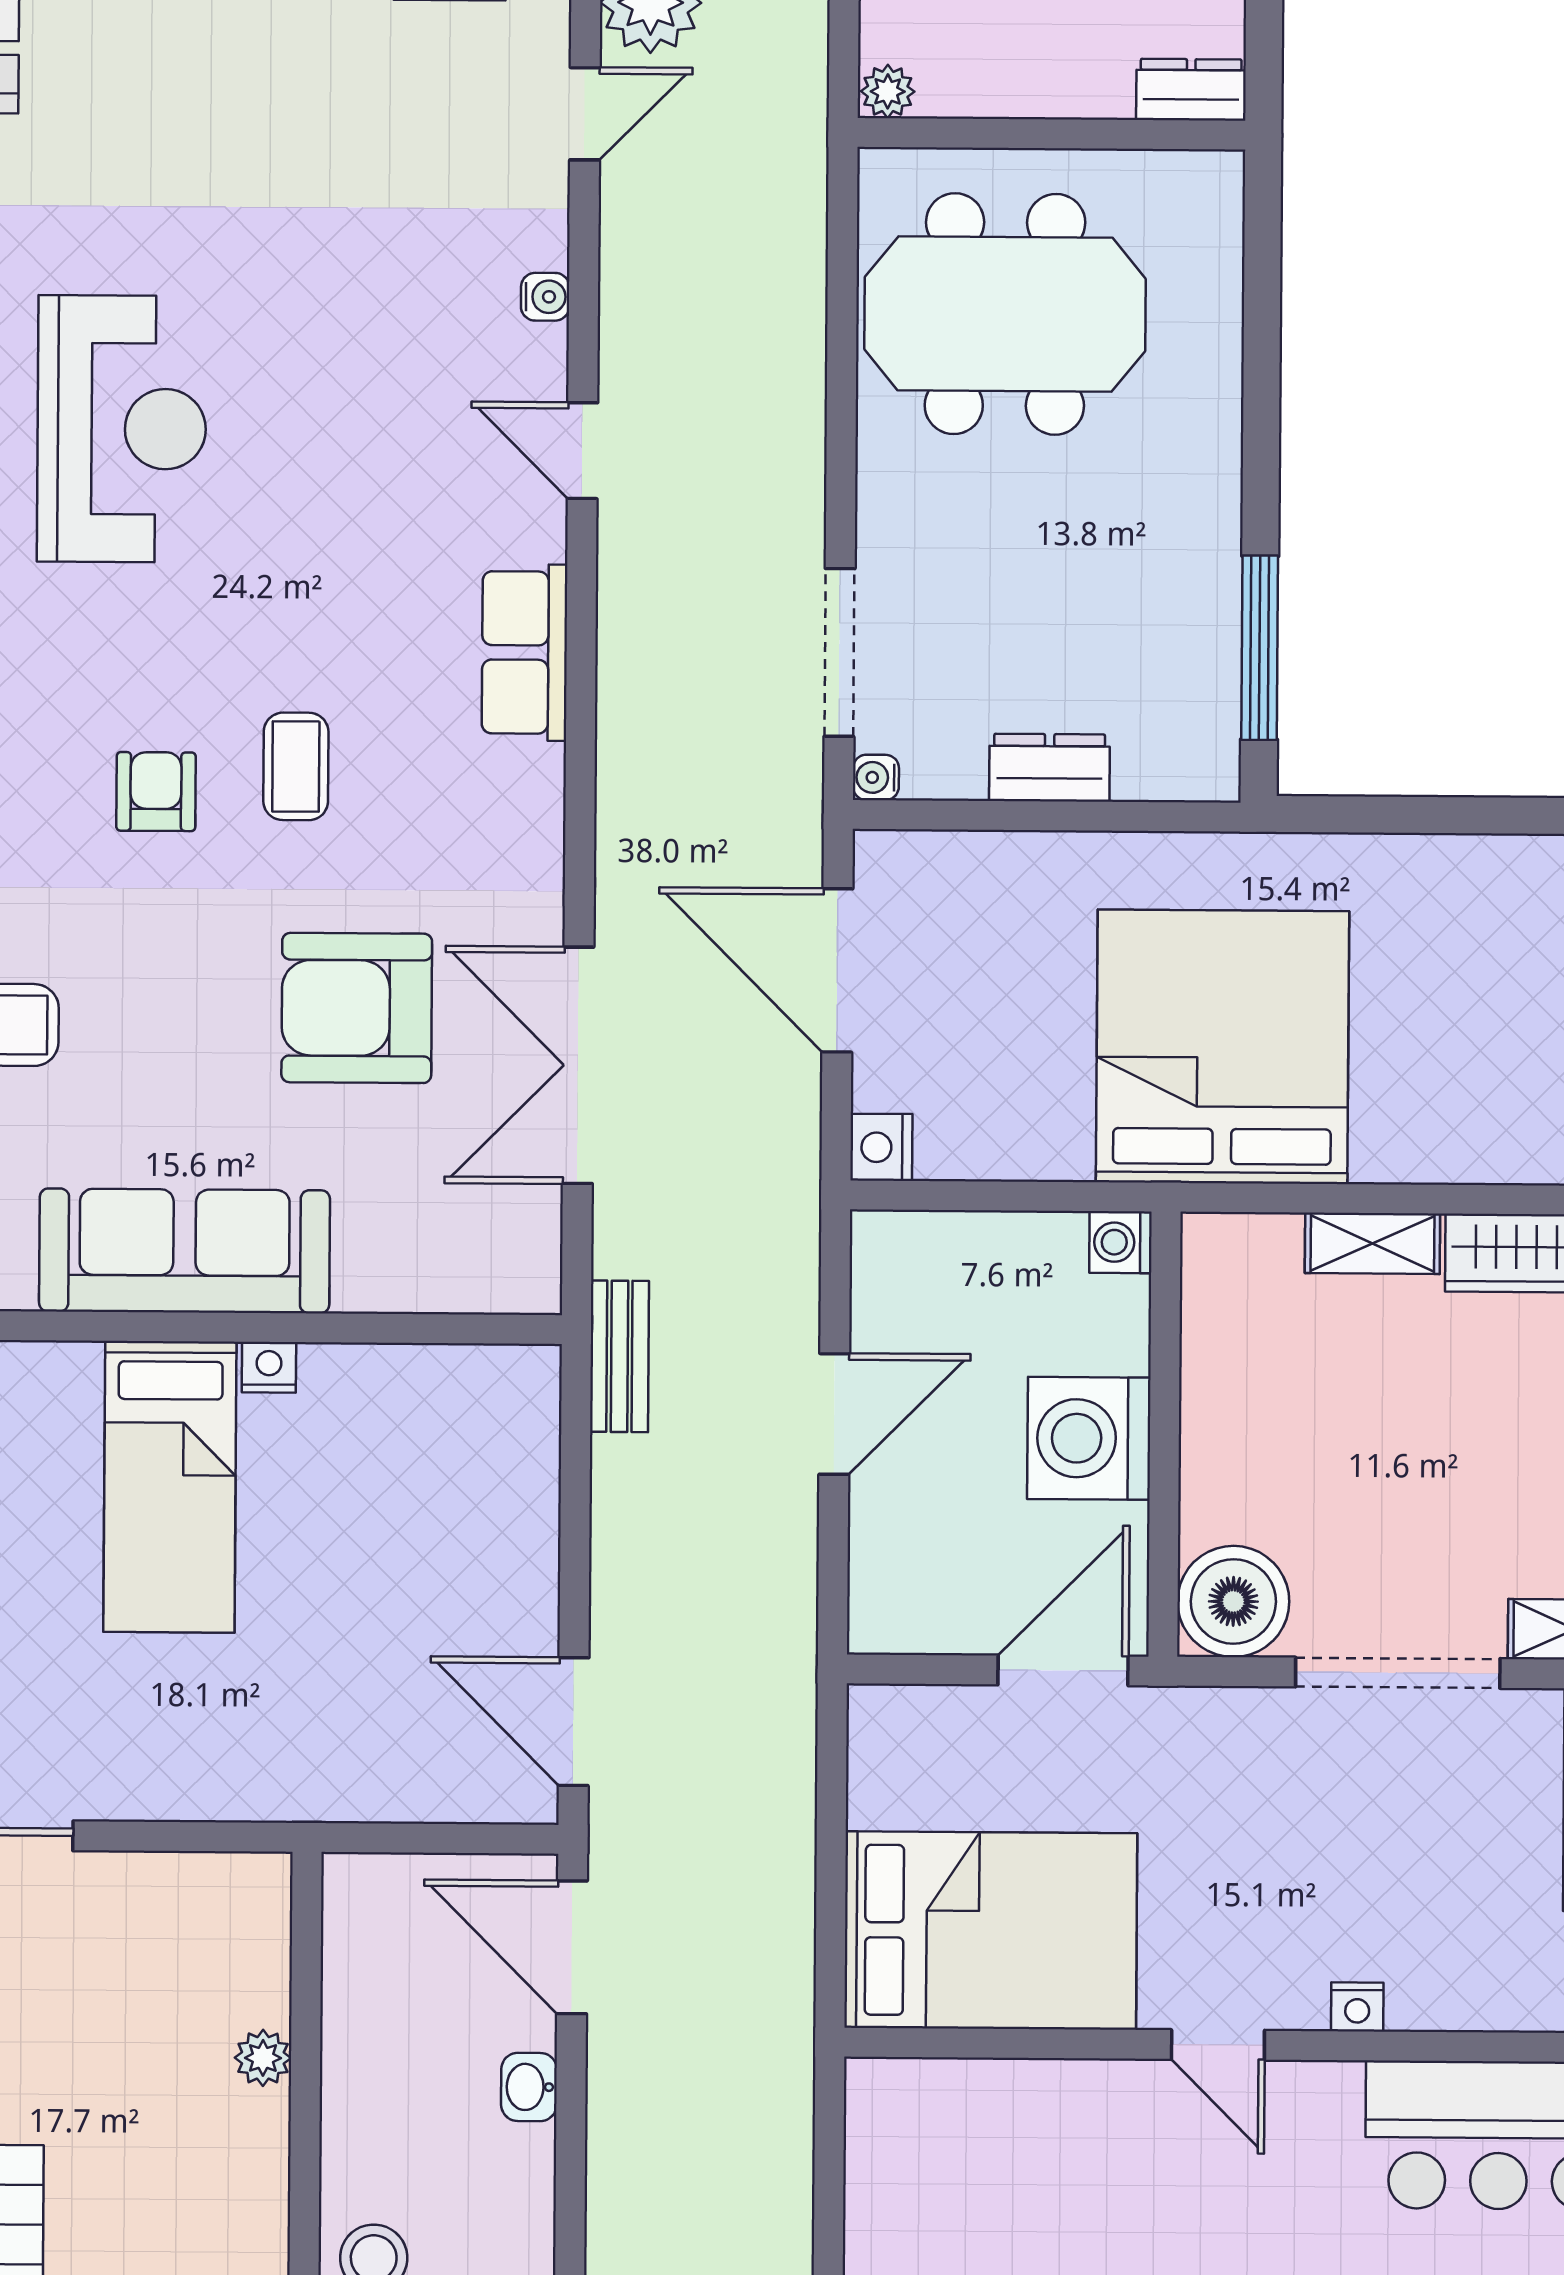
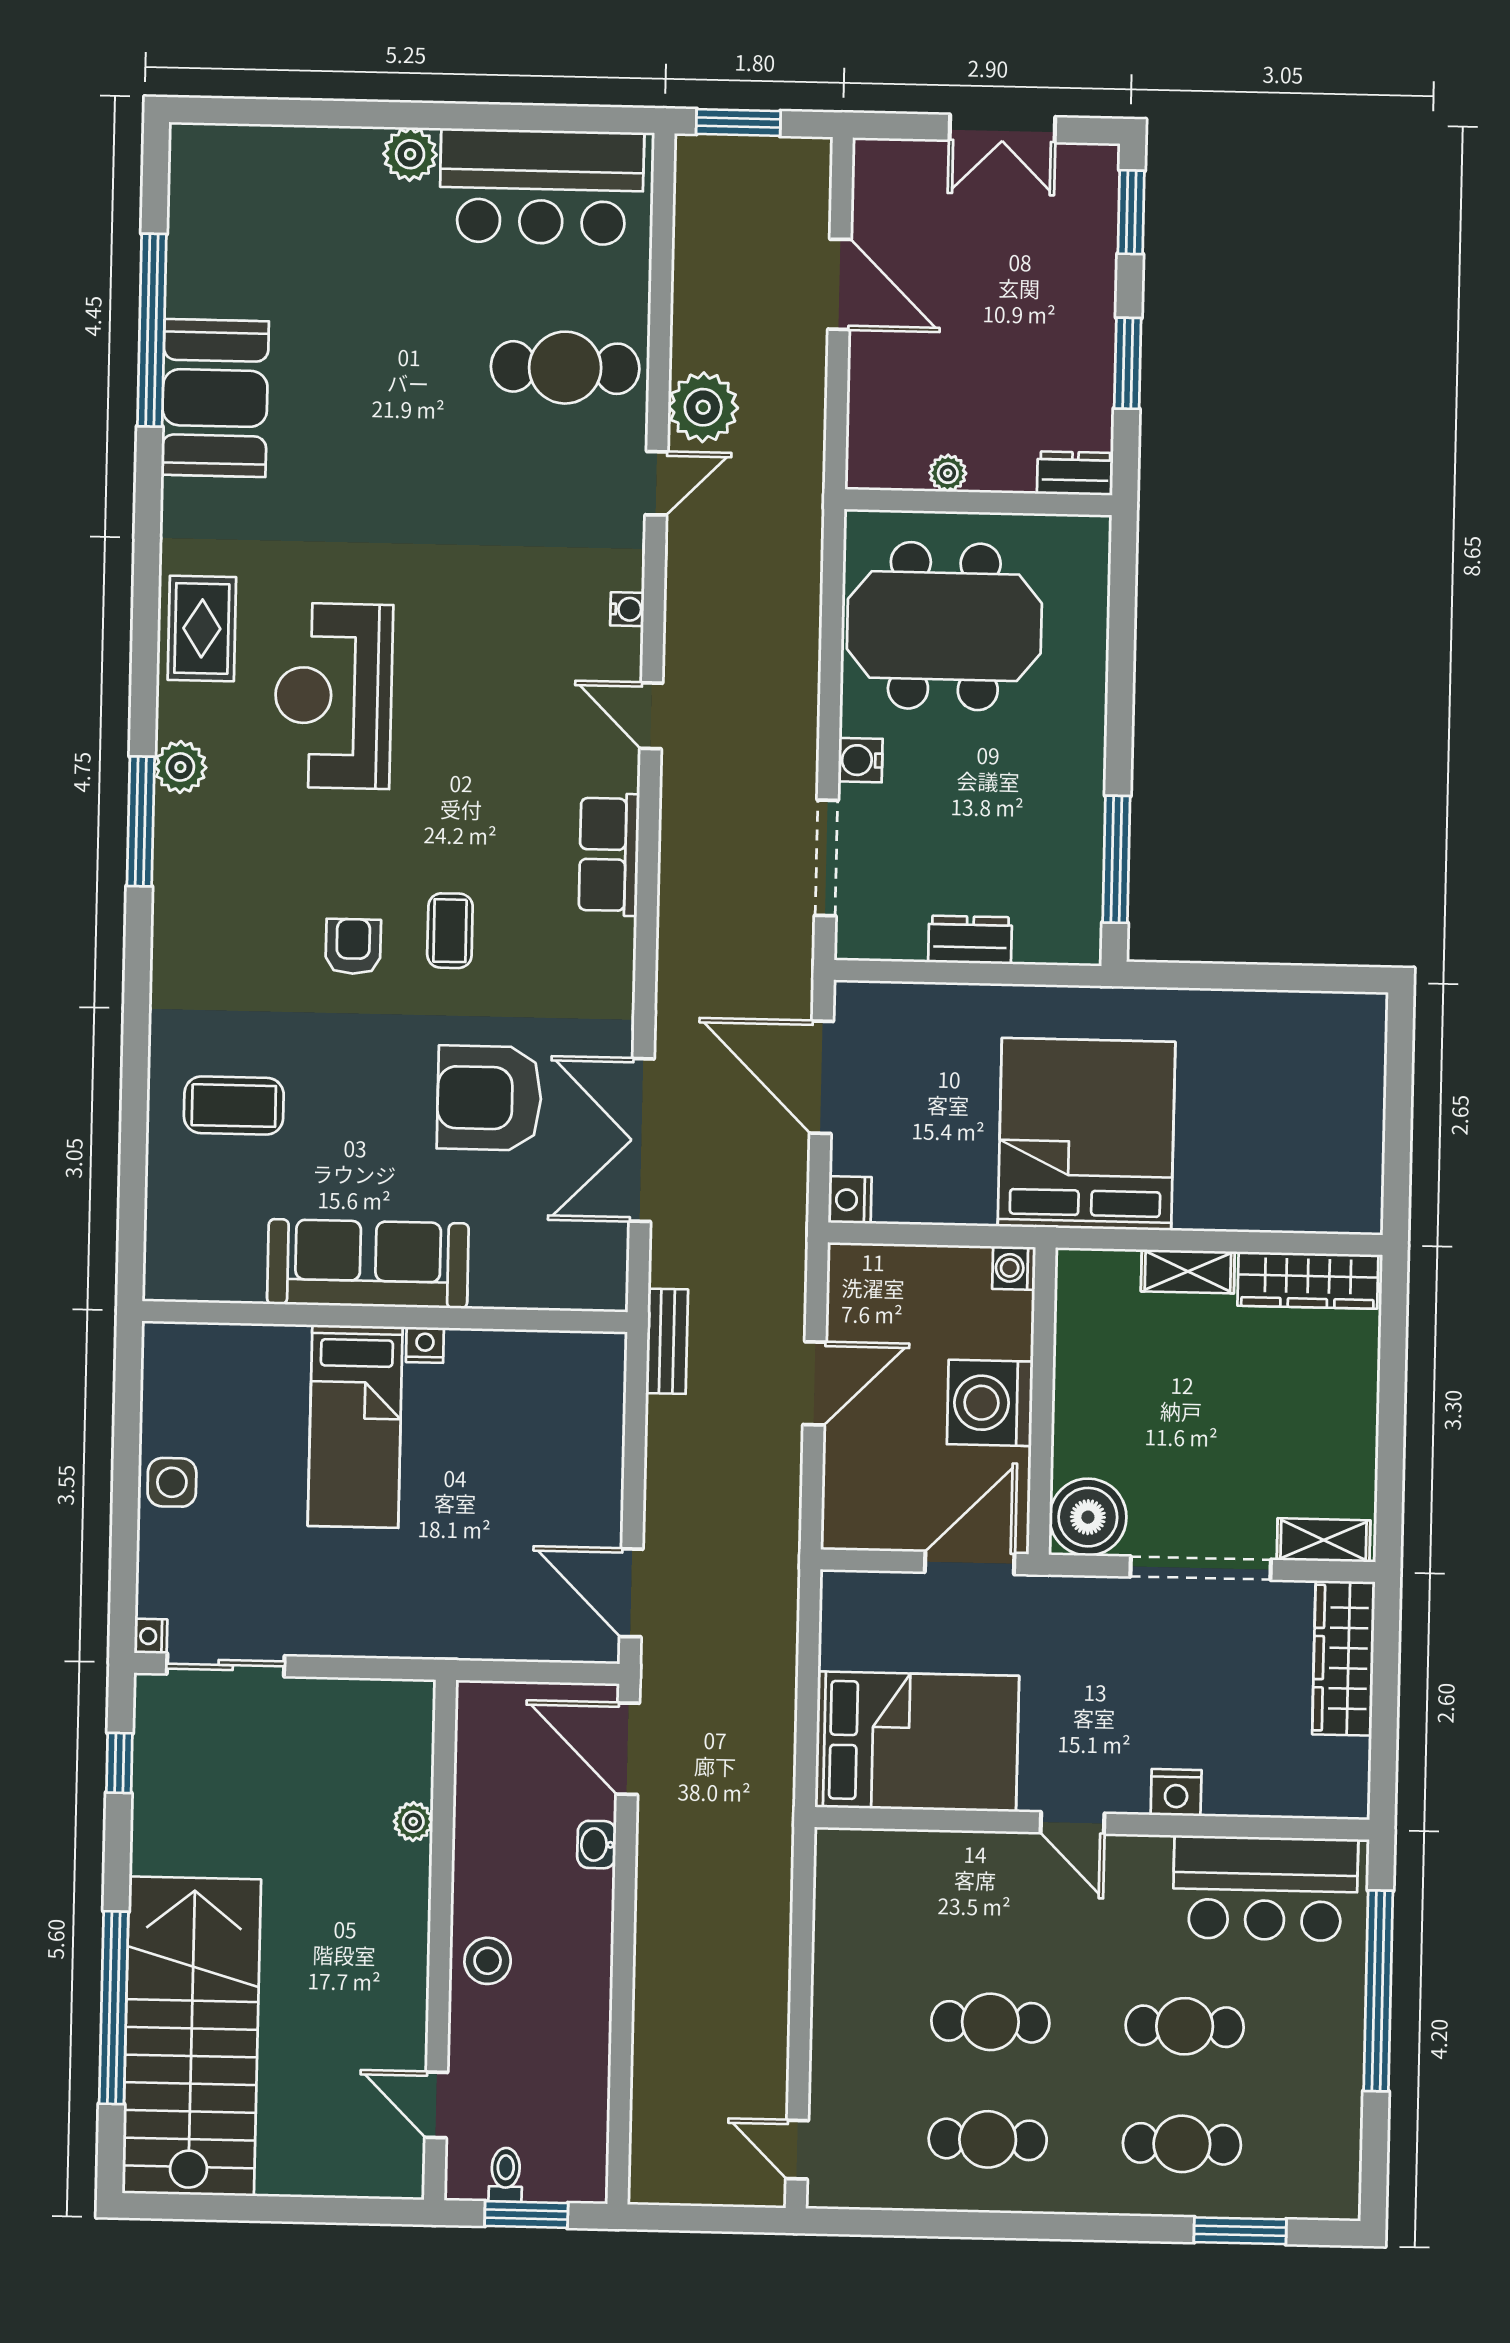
plant: (888, 91) -> (948, 473), moved
reception desk: (122, 429) -> (333, 696), turned 180
water cooler: (876, 777) -> (860, 760), moved, width x1.38, depth x1.38
nightstand: (1357, 2007) -> (1176, 1792), width x1.39, depth x1.35

